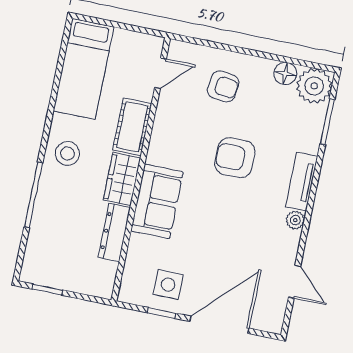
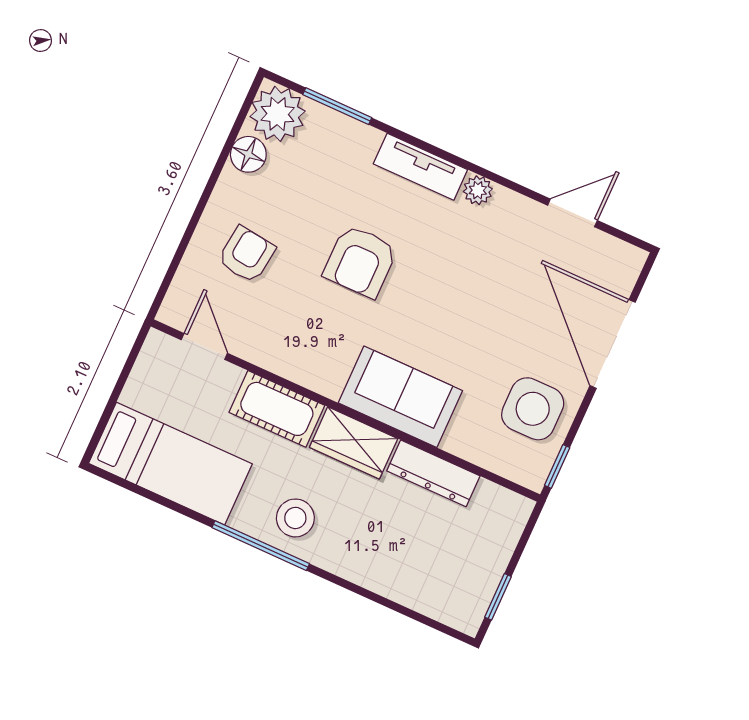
window: (33, 195) -> (261, 546), moved
side table: (168, 285) -> (533, 409), width x1.37, depth x1.37
window: (161, 313) -> (557, 466), moved

